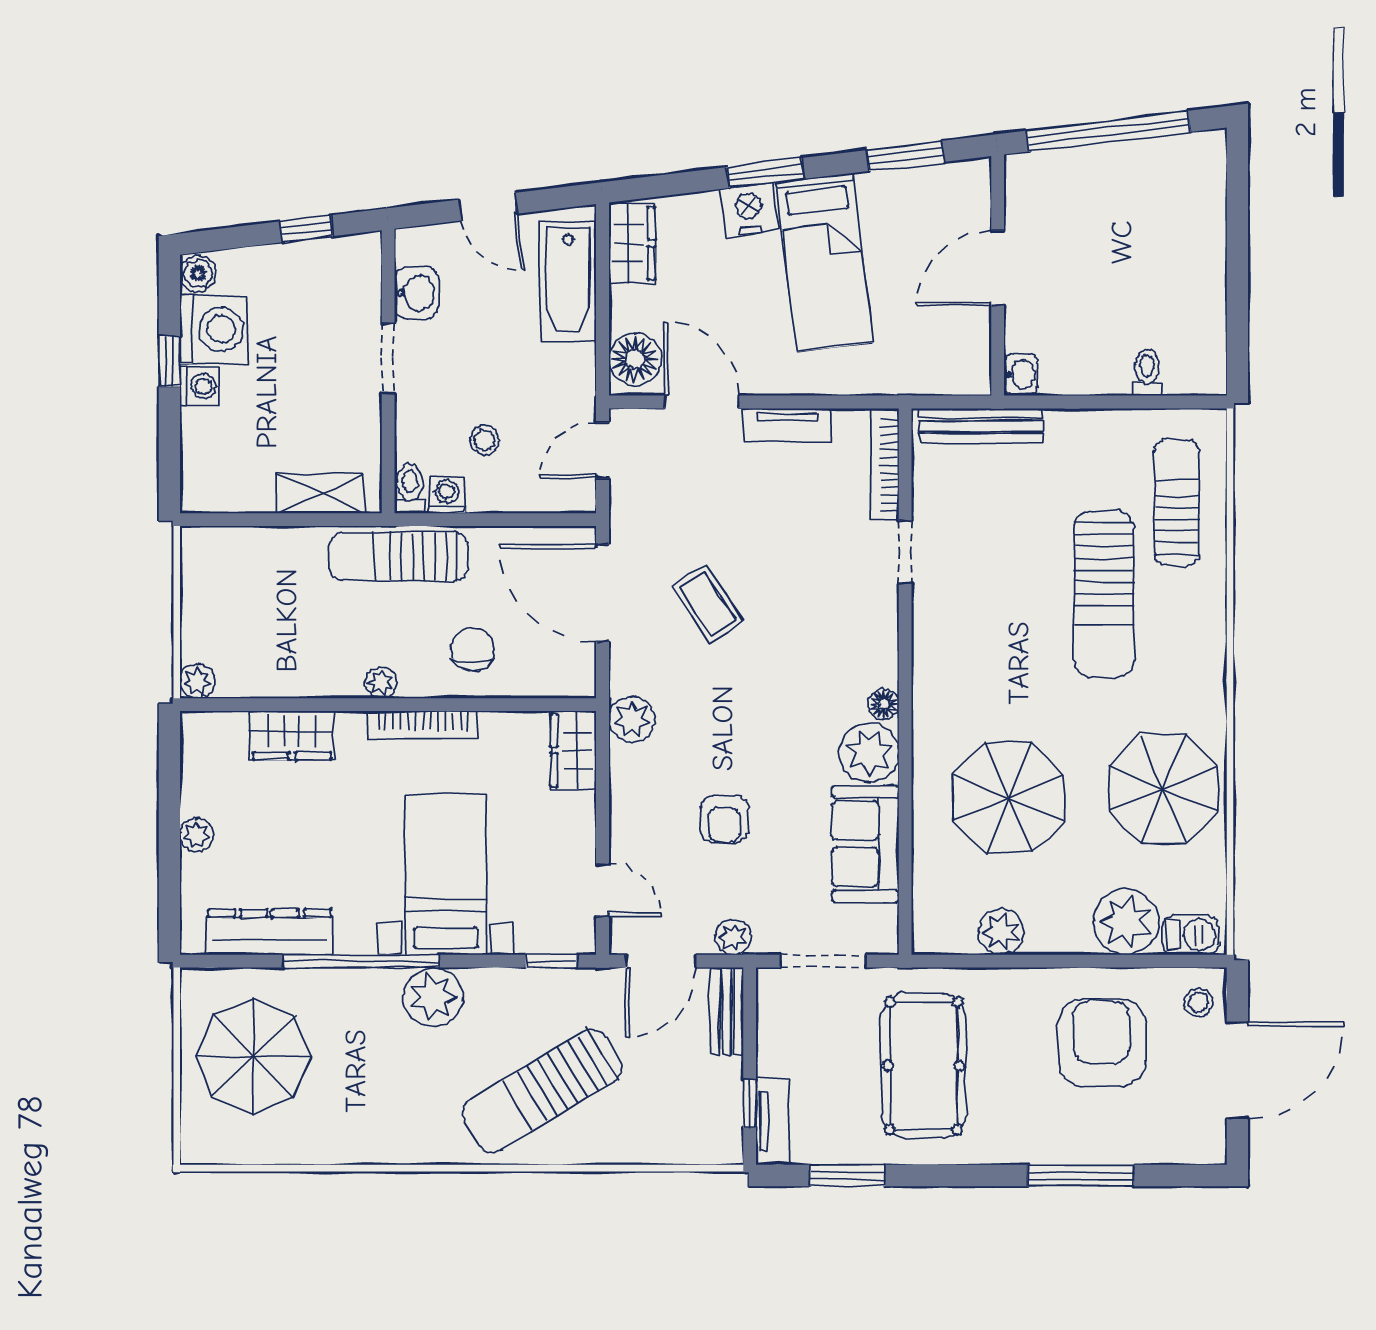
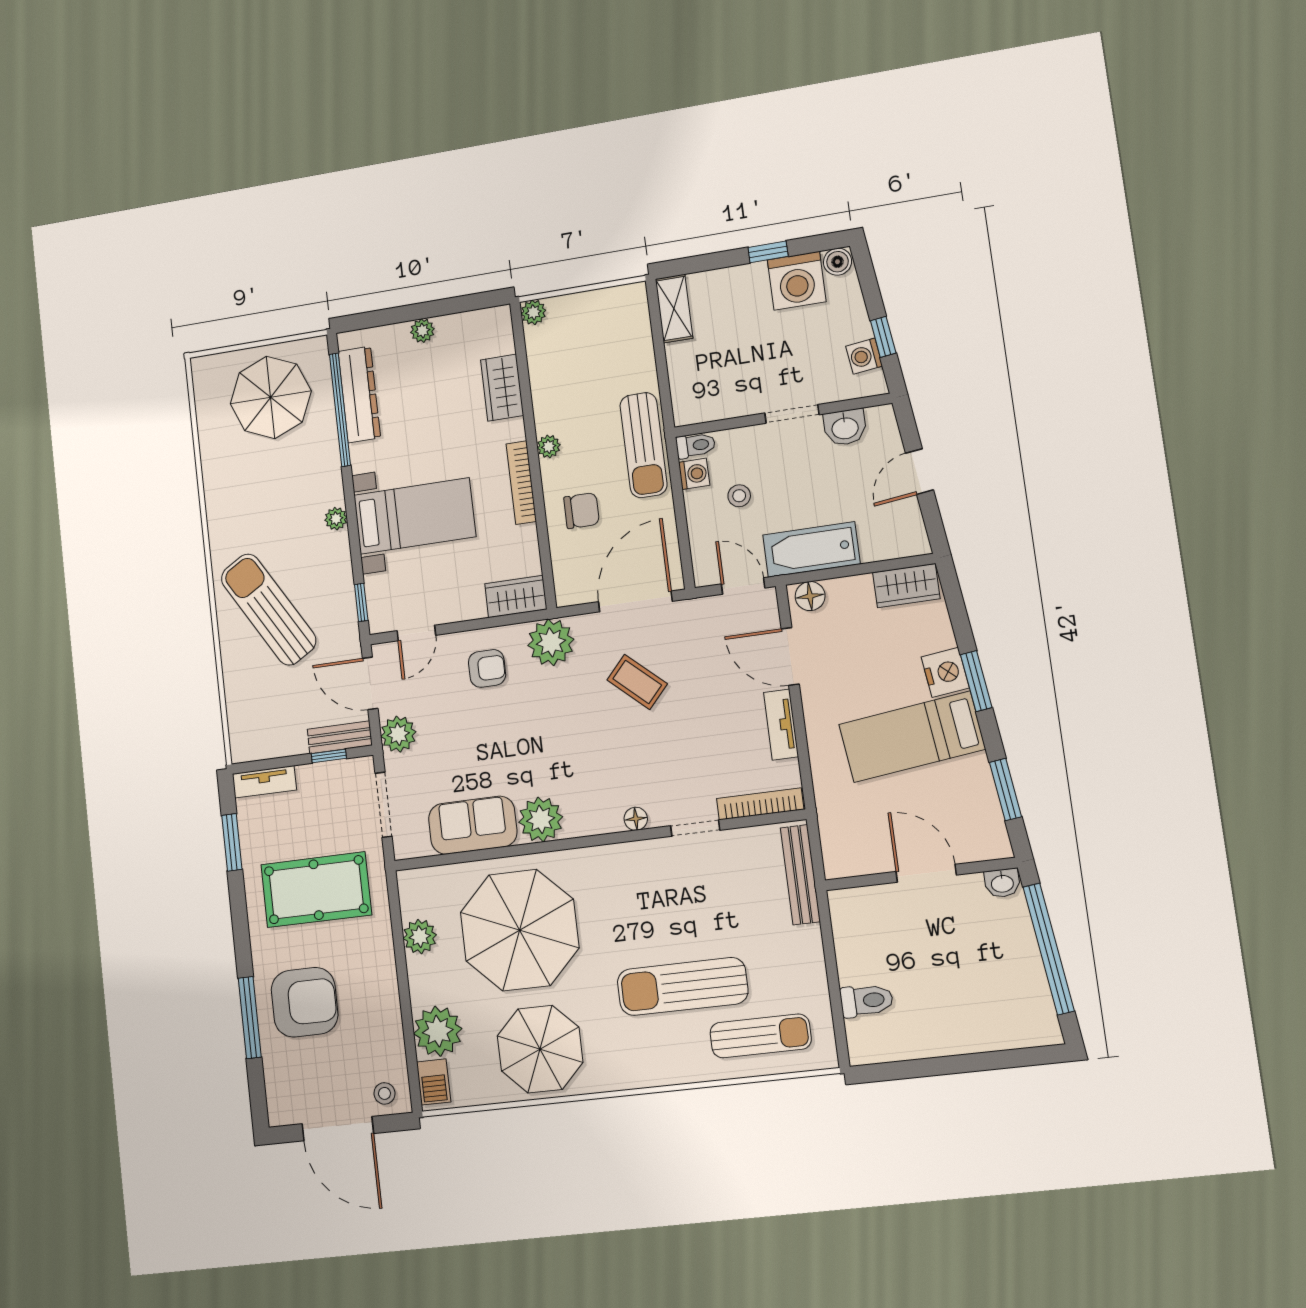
bathtub: (568, 282) -> (811, 549), moved
floor lamp: (635, 359) -> (810, 596), width x0.73, depth x0.73
toilet: (1147, 372) -> (867, 1001), width x1.37, depth x1.39
washbasin: (1021, 375) -> (1002, 883), moved
washing machine: (199, 386) -> (864, 356), moved, turned 83
door: (702, 402) -> (790, 656), swing flipped
shelving: (320, 494) -> (674, 309), moved
sun lounger: (399, 557) -> (644, 445), turned 180
coffee table: (707, 604) -> (637, 682), turned 76
floor lamp: (884, 704) -> (636, 819), moved
plant: (632, 719) -> (551, 642), width x1.36, depth x1.36
parasol: (1008, 798) -> (519, 930), width x1.36, depth x1.36
armchair: (724, 819) -> (487, 668), moved, turned 180
plant: (733, 937) -> (398, 734), width x1.38, depth x1.38
window: (361, 961) -> (340, 410), moved
plant: (433, 997) -> (336, 519), width x0.53, depth x0.53
armchair: (1102, 1043) -> (304, 1002), moved
window: (750, 1104) -> (329, 756), moved

